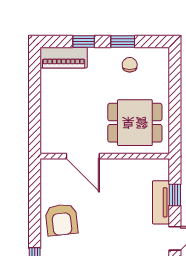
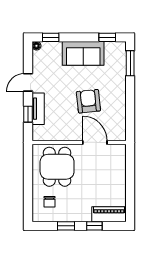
chair: (130, 65) -> (49, 202), moved
dining table: (135, 123) -> (57, 167), turned 90
armchair: (62, 220) -> (88, 101), moved

